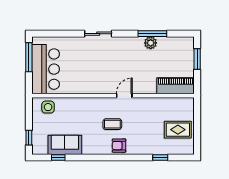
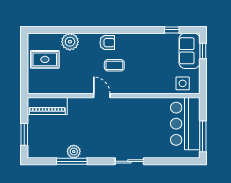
door: (124, 96) -> (102, 96), swing flipped
sofa: (65, 145) -> (189, 51), moved, turned 90
plant: (154, 146) -> (70, 42), added
window: (160, 157) -> (63, 30), removed

